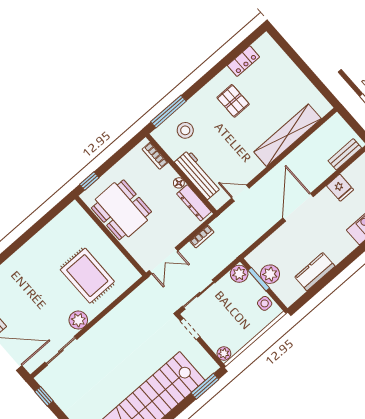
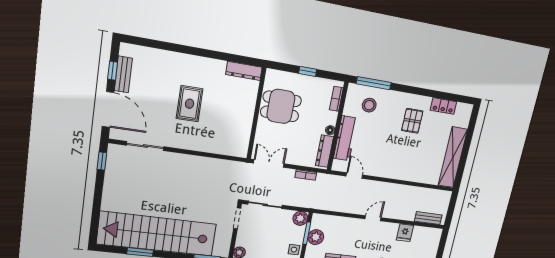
shelving: (288, 135) -> (453, 157), moved, turned 90
window: (89, 181) -> (308, 71), moved
door: (298, 207) -> (373, 218), width x0.53
dining table: (121, 210) -> (281, 106), width x0.73
dresser: (66, 217) -> (244, 71), added
double door: (163, 261) -> (269, 163), swing flipped
rug: (87, 276) -> (190, 104), moved, width x0.73, depth x0.70
plant: (78, 320) -> (178, 140), removed

